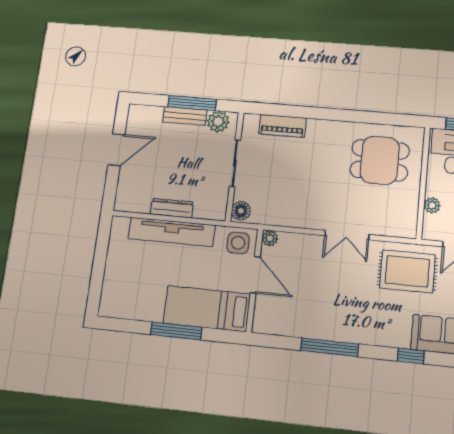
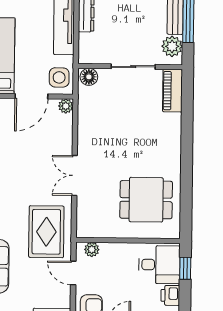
piano: (282, 126) -> (172, 91), moved
dining table: (380, 160) -> (146, 200), turned 90
plant: (432, 205) -> (92, 250), moved

